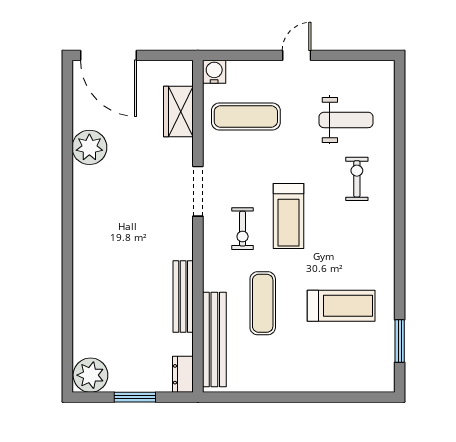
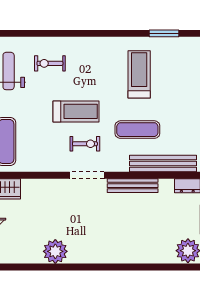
plant: (89, 147) -> (55, 251), moved
doorway: (198, 191) -> (87, 175), moved

